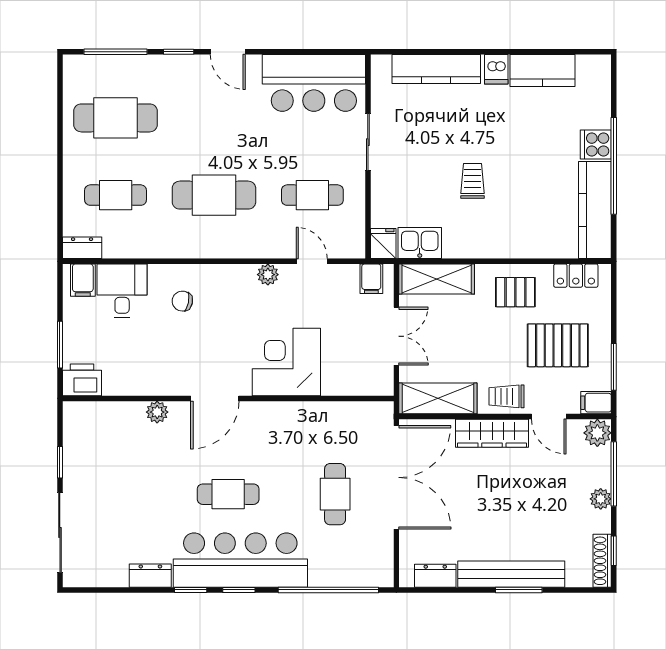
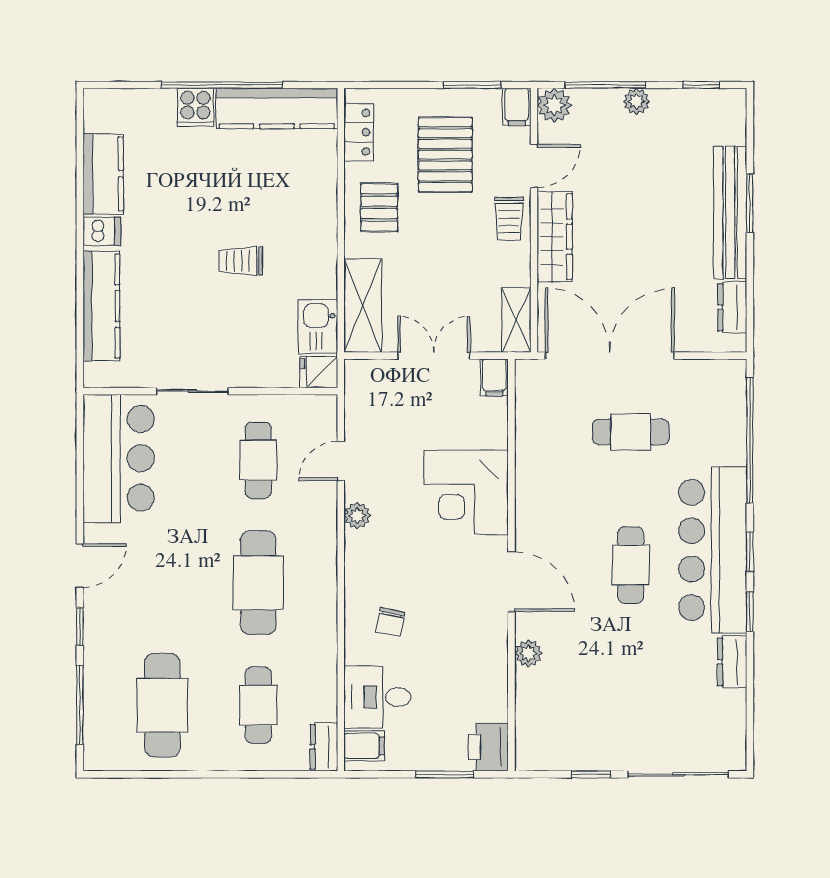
filing cabinet: (371, 279) -> (494, 377), moved, turned 90
shelving: (438, 398) -> (516, 320), width x0.67, depth x0.75
shoe rack: (602, 561) -> (714, 99), removed

